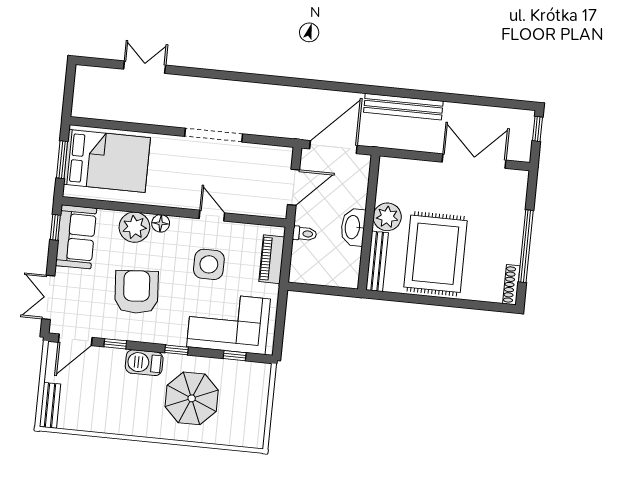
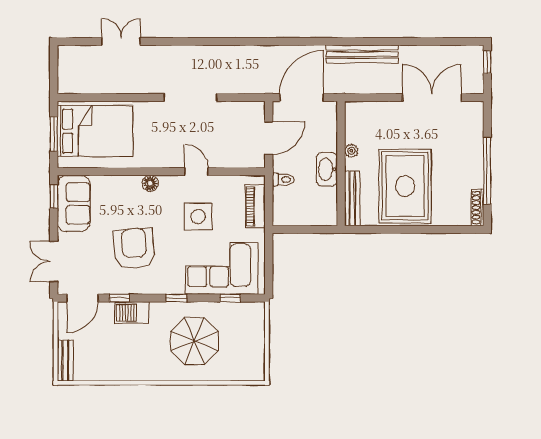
plant: (387, 217) -> (351, 151), width x0.53, depth x0.53
plant: (134, 227) -> (126, 189), removed
barbecue: (144, 363) -> (132, 313), moved

